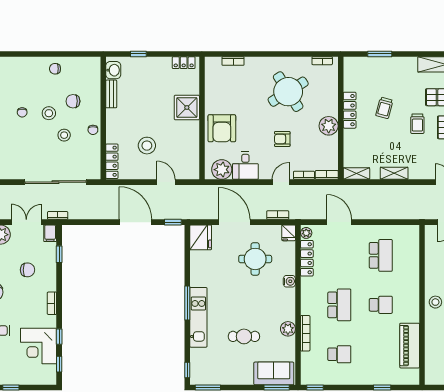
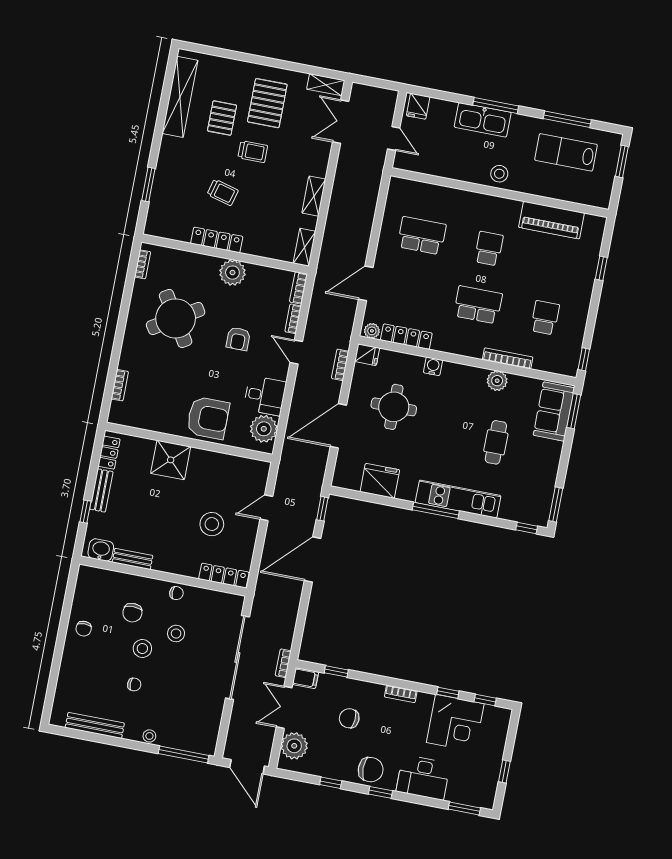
bench: (156, 62) -> (101, 490), added
fridge: (201, 237) -> (380, 481), moved
chair: (28, 270) -> (349, 718), turned -86

